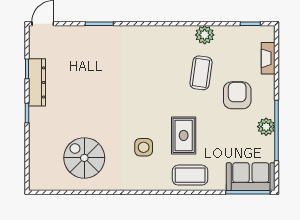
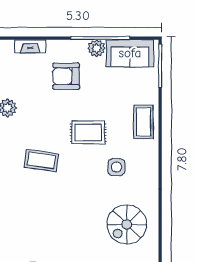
coffee table: (201, 73) -> (41, 160), moved
rug: (184, 135) -> (88, 132), moved
sofa: (251, 177) -> (130, 53), moved, turned -90

